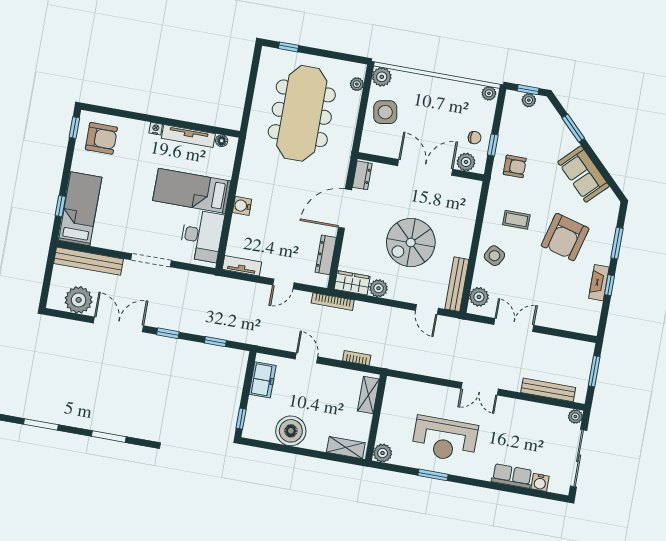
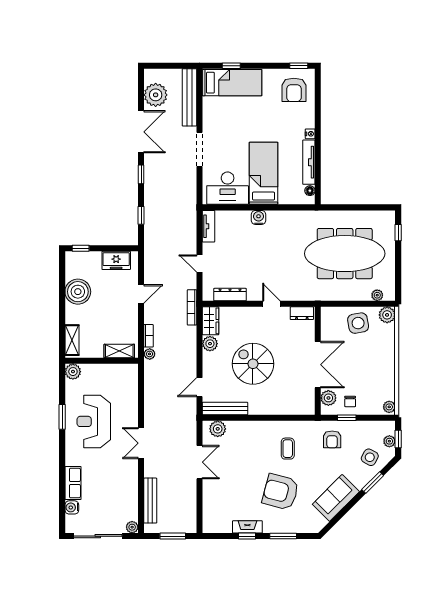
door: (345, 209) -> (271, 304), width x0.53
side table: (494, 256) -> (370, 457), moved
plant: (378, 360) -> (150, 354), added

